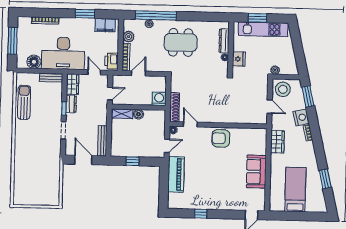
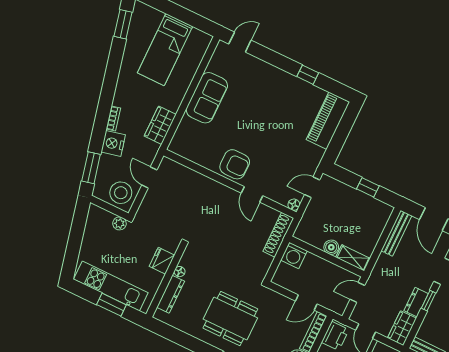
door: (190, 124) -> (252, 194), moved
piano: (176, 174) -> (328, 121), moved
window: (325, 179) -> (123, 24), moved

